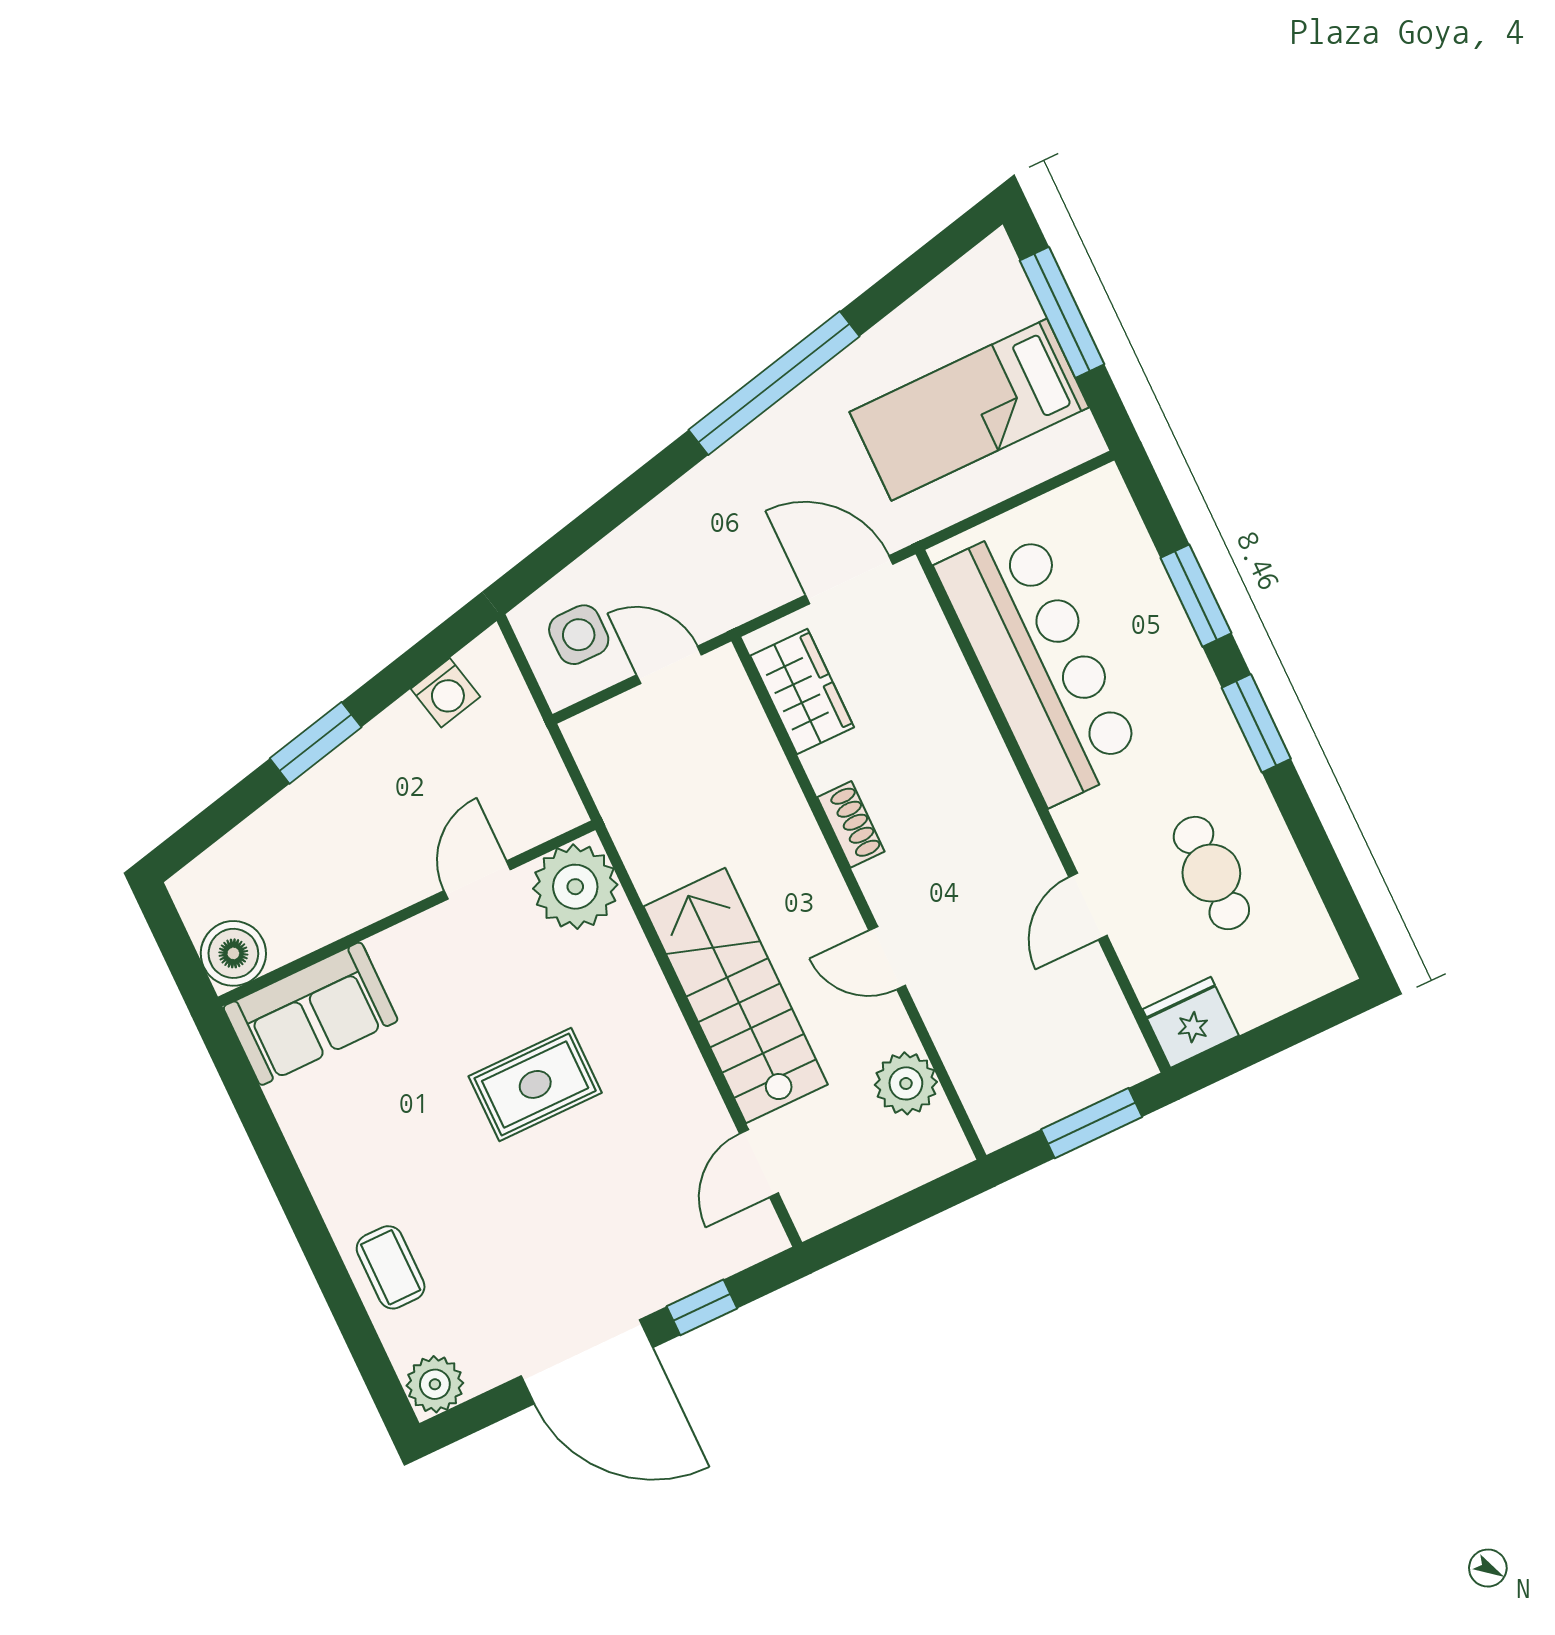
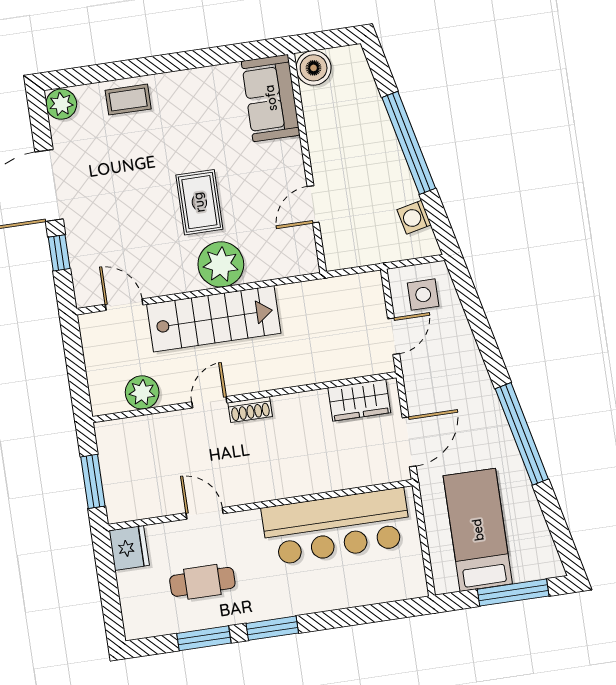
window: (1196, 596) -> (204, 638), moved
window: (316, 743) -> (409, 143), width x2.11
shoe rack: (851, 824) -> (250, 410), moved
door: (477, 880) -> (313, 204), swing flipped
plant: (575, 887) -> (221, 264), moved

